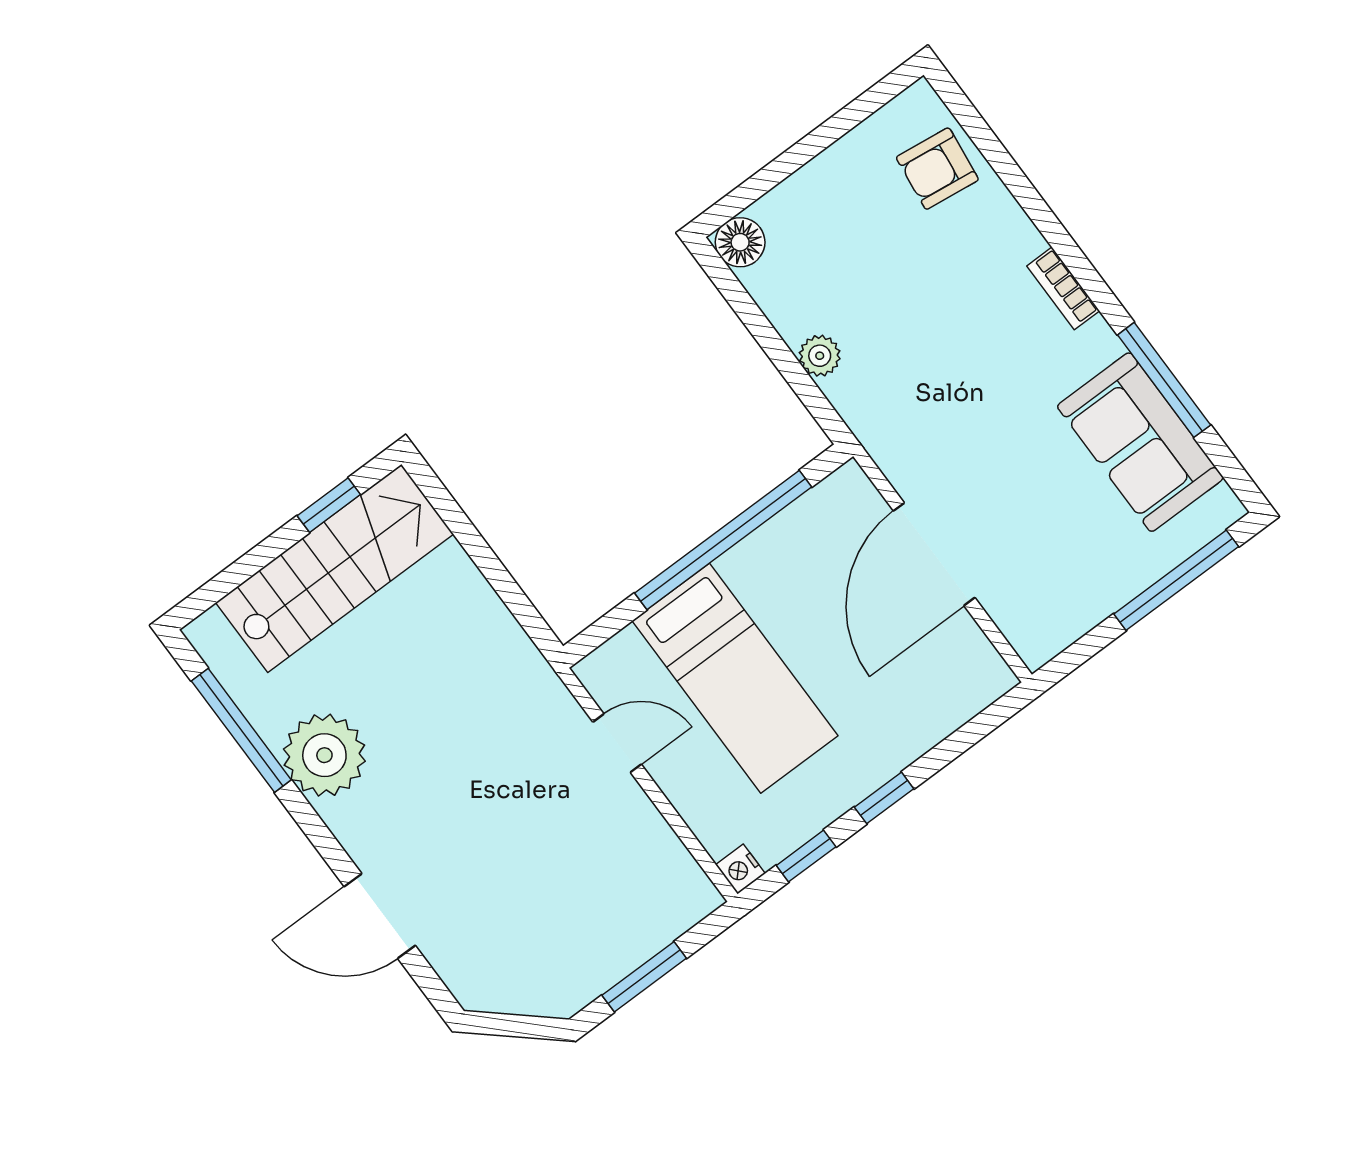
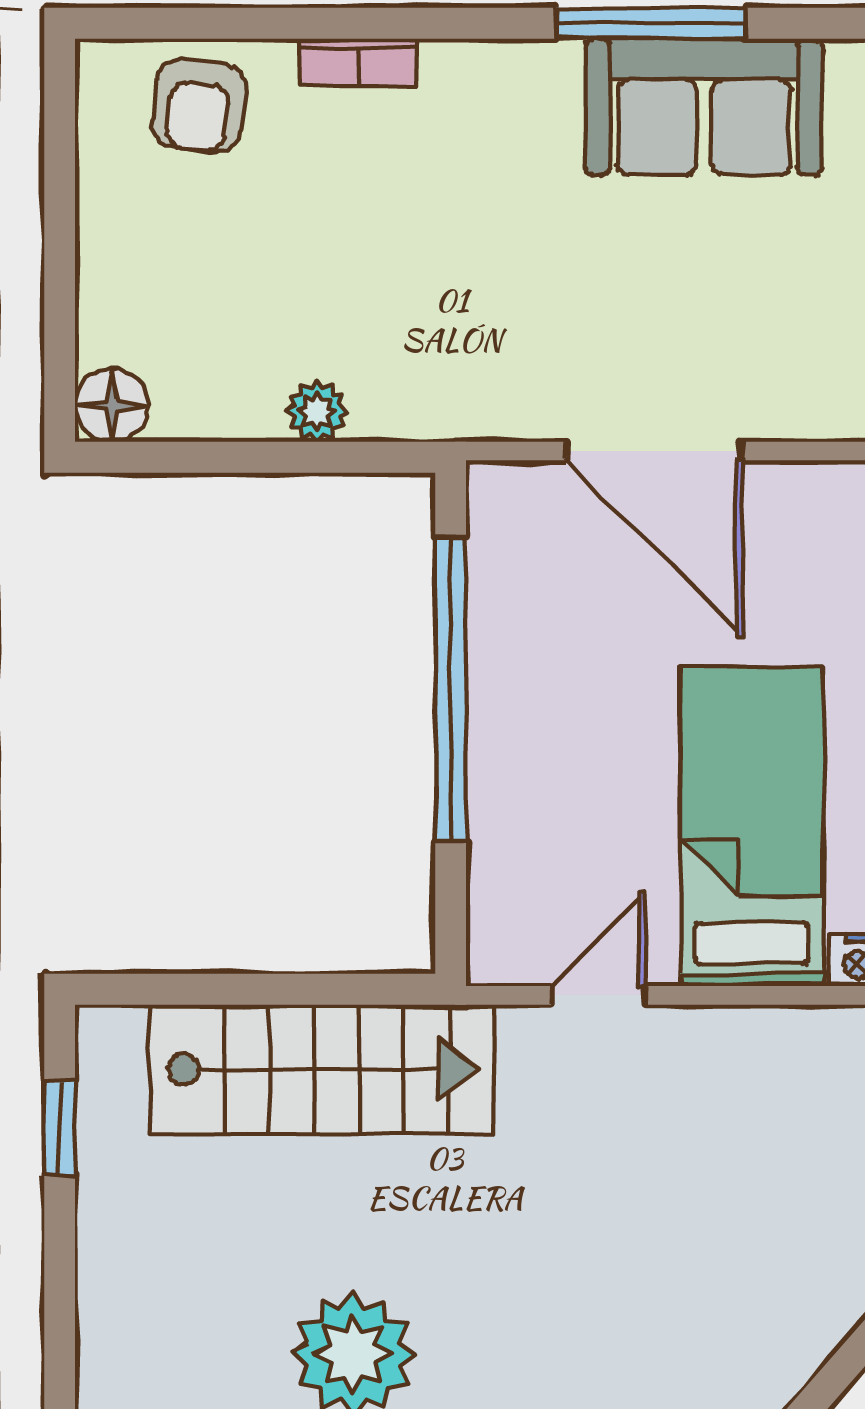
bookcase: (1063, 288) -> (359, 62), moved
stairs: (334, 568) -> (321, 1069), moved, turned 90
bed: (735, 678) -> (752, 827), moved, turned -90

